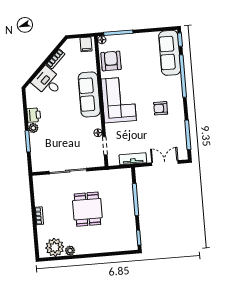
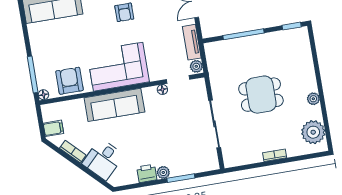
filing cabinet: (86, 44) -> (53, 128), moved
armchair: (111, 61) -> (69, 81), turned 90
plant: (114, 161) -> (196, 66), added
plant: (70, 251) -> (313, 99), moved

